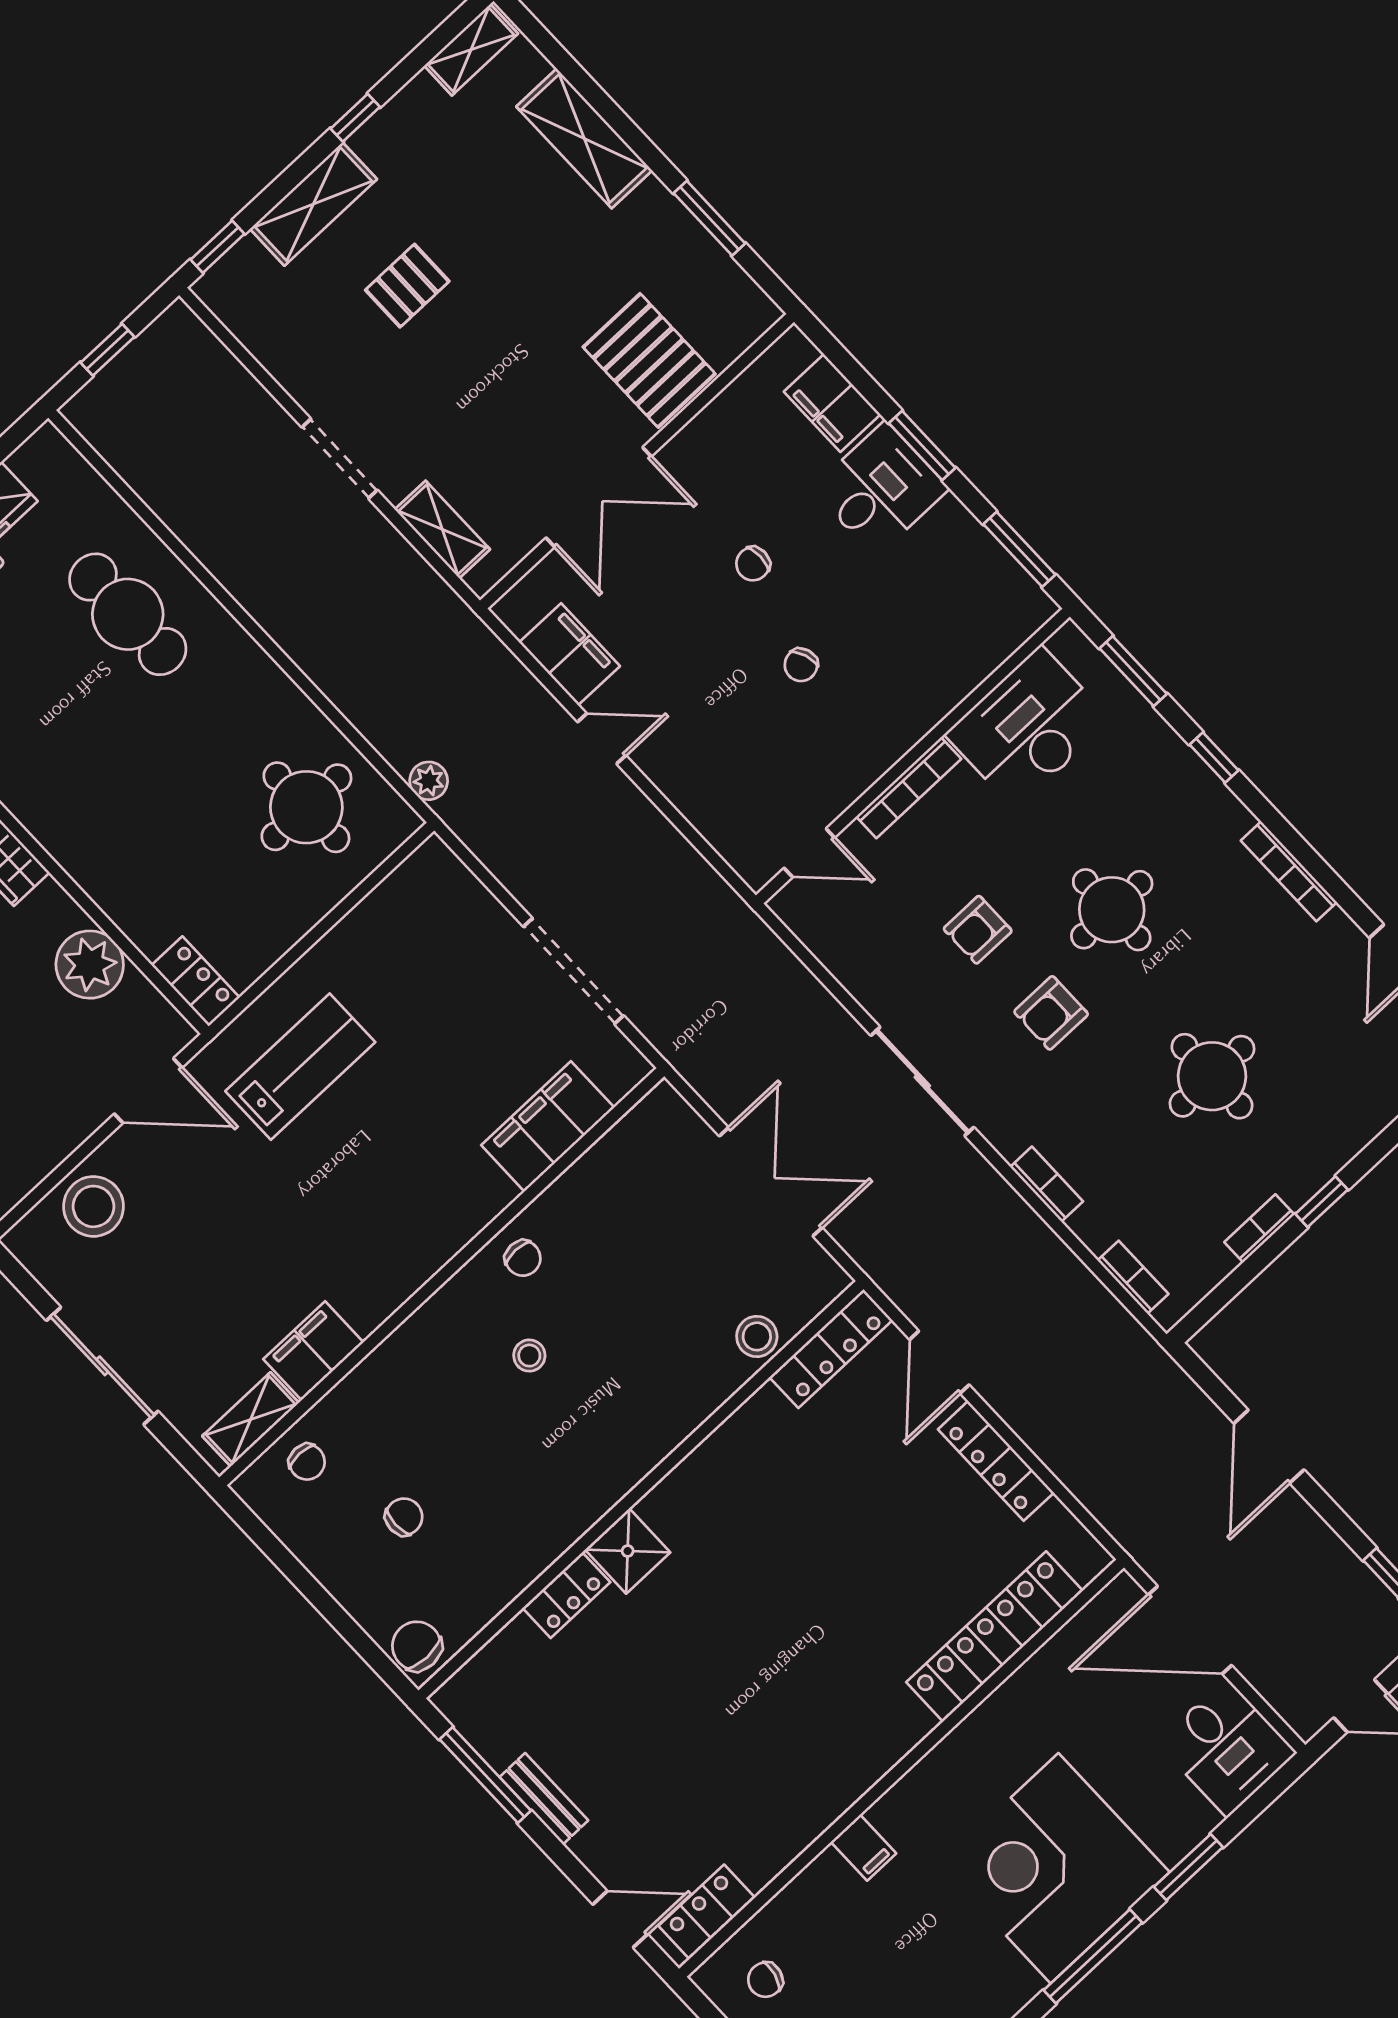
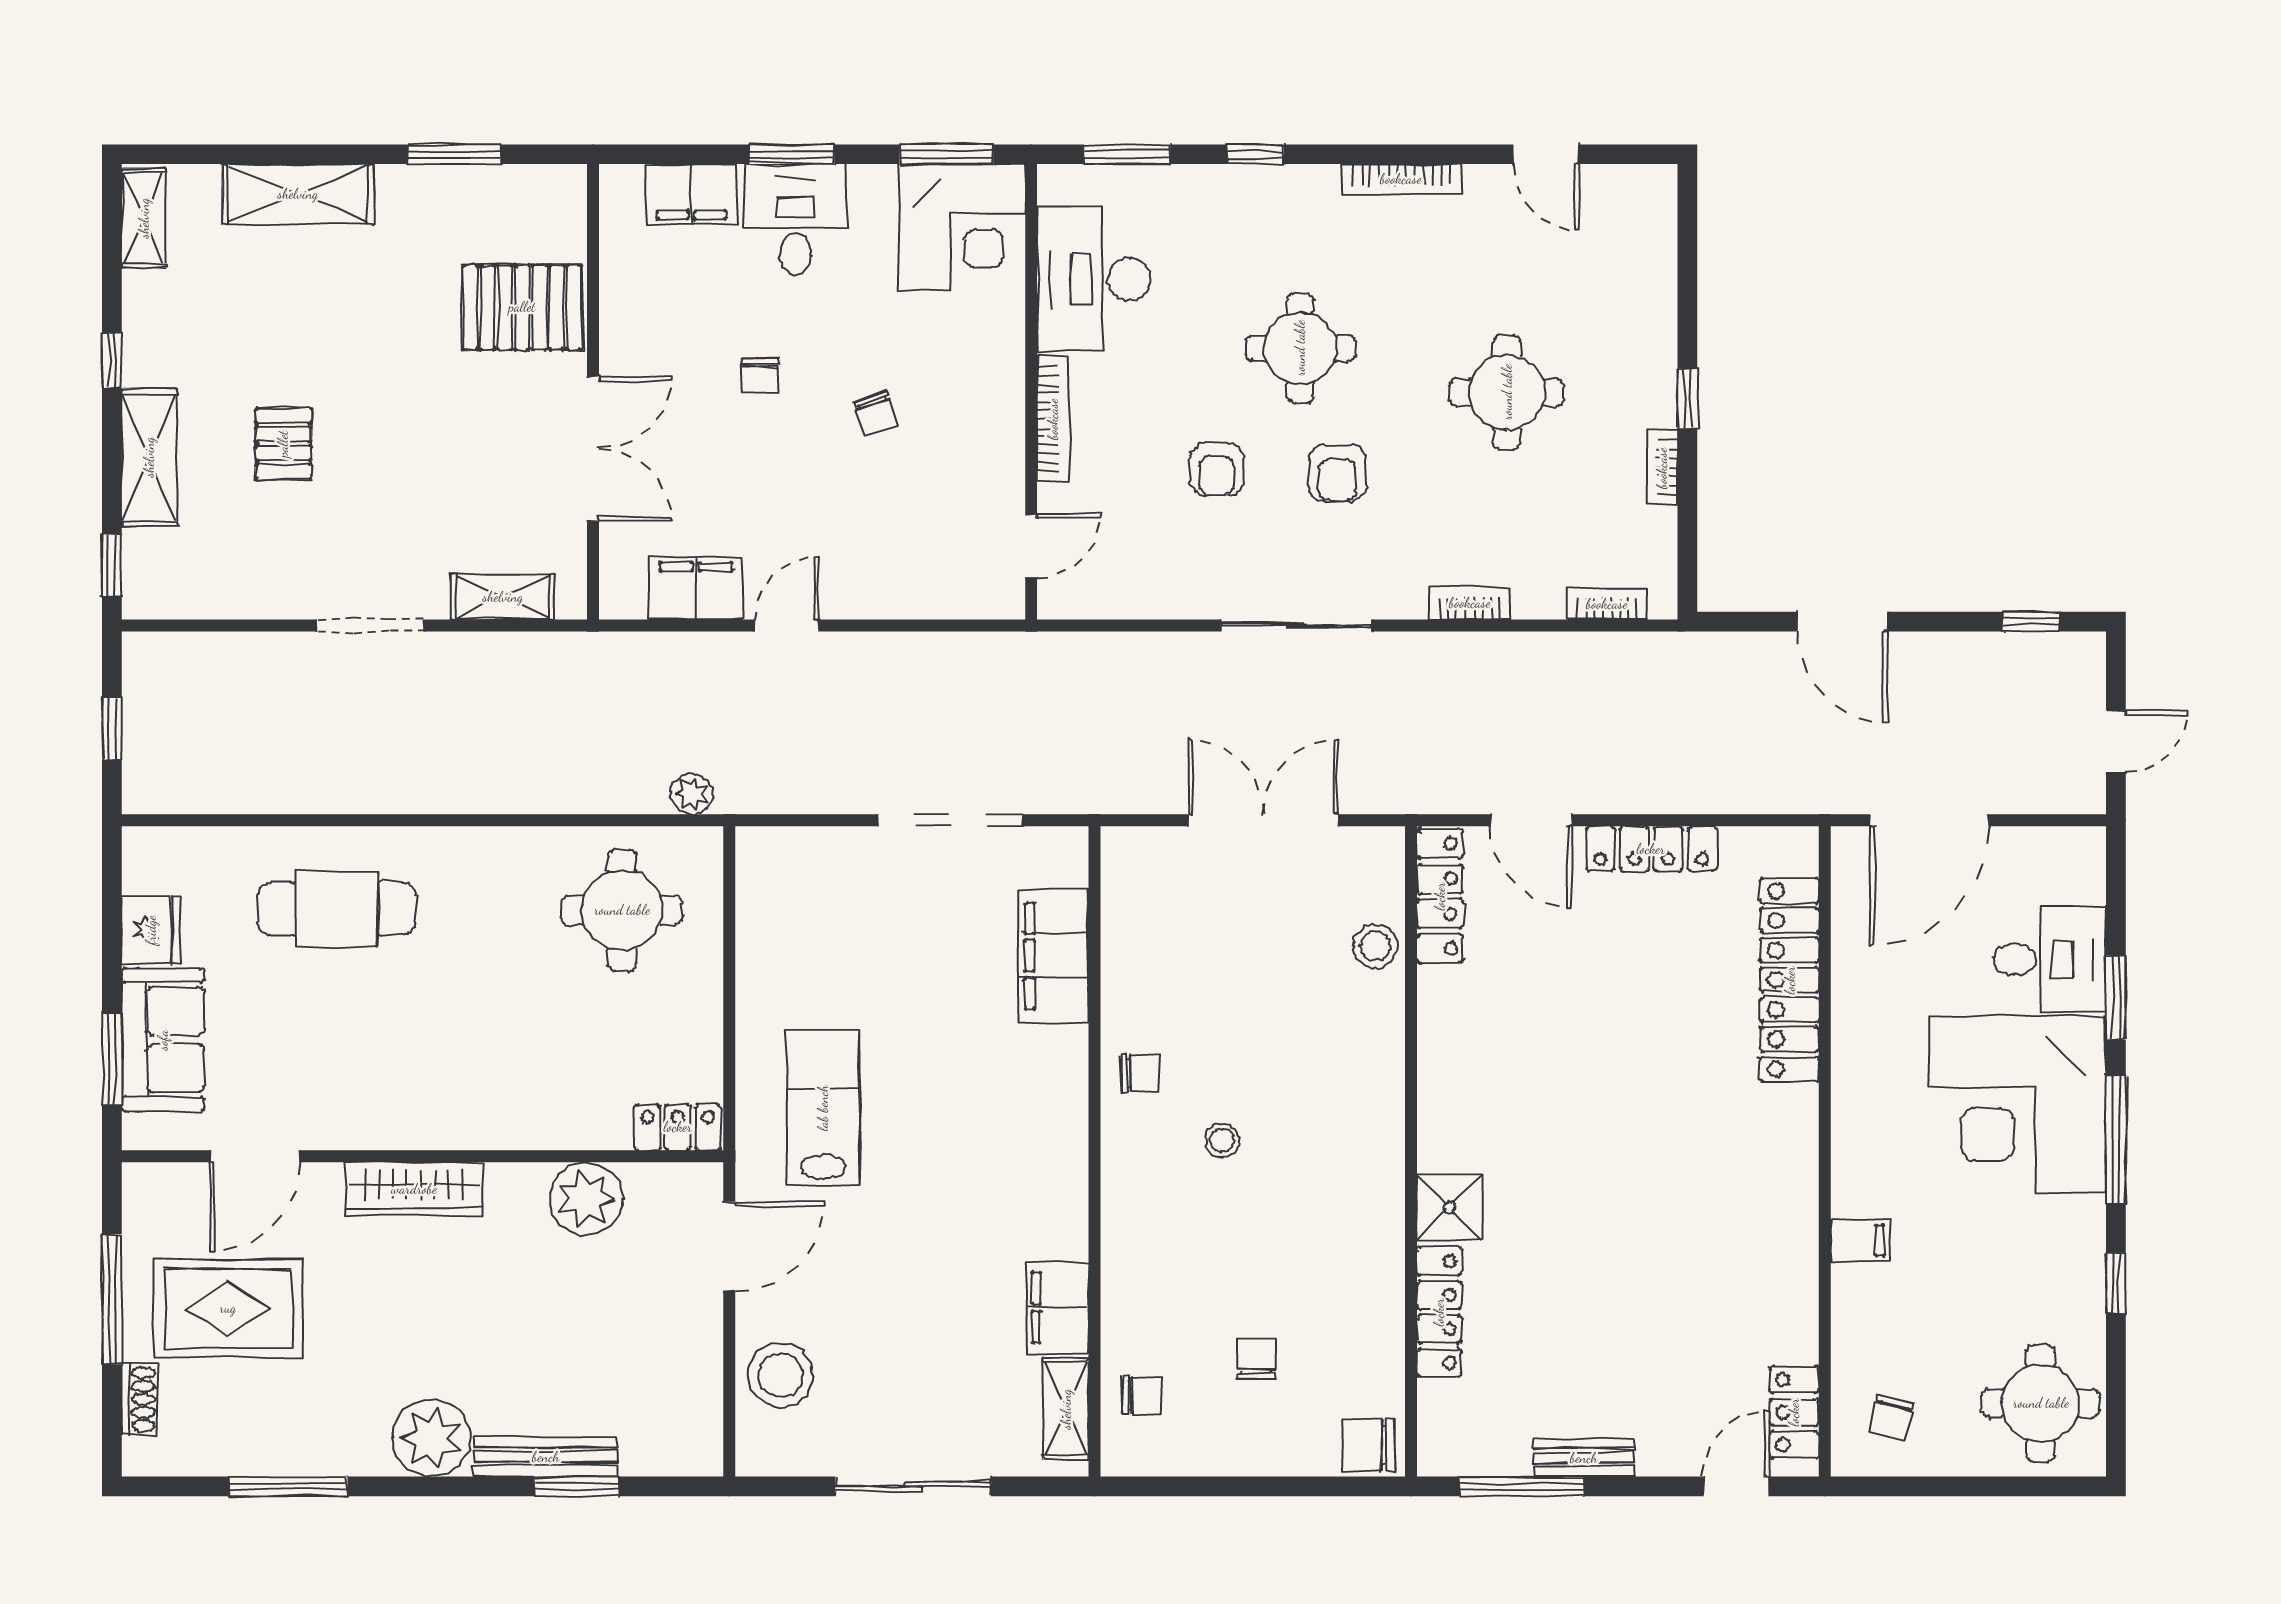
corner desk: (980, 606) -> (962, 227), added
locker: (566, 1595) -> (1439, 1312), width x1.53
desk: (1227, 1748) -> (2050, 960), moved

